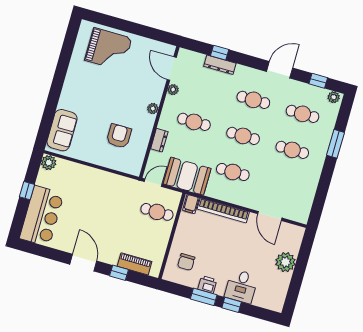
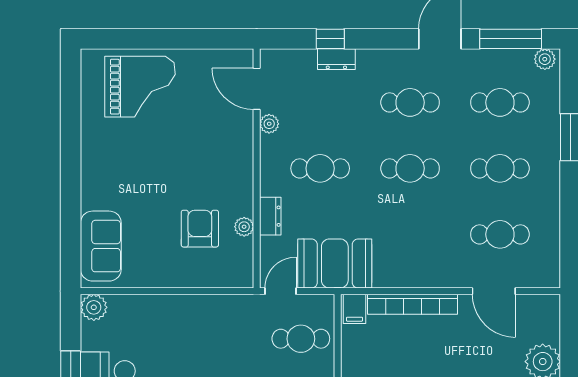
dresser: (220, 65) -> (336, 59), width x0.70
window: (318, 81) -> (511, 39), width x2.17
plant: (153, 108) -> (244, 227), moved
cafe table: (233, 172) -> (500, 234), moved

